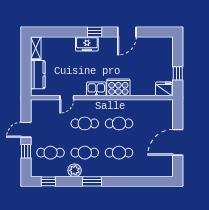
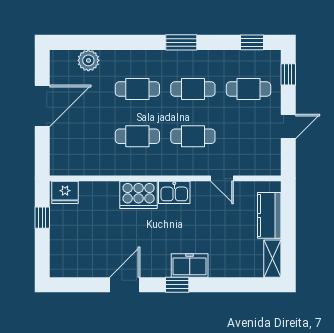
door: (67, 98) -> (222, 178), swing flipped
window: (26, 151) -> (288, 74), moved
plant: (75, 170) -> (88, 60), moved

